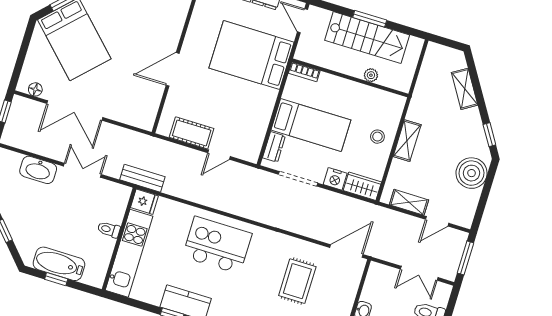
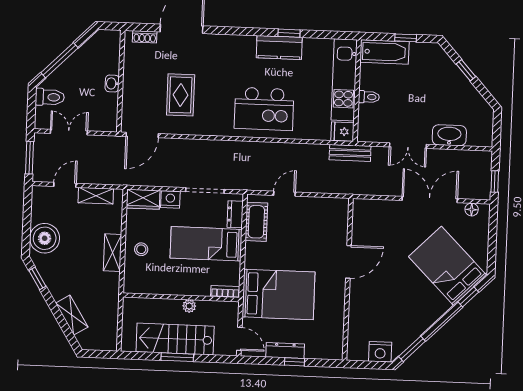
plant: (371, 75) -> (189, 306), moved
cot: (192, 133) -> (256, 222), moved, turned 90
bathtub: (59, 264) -> (385, 52), moved

